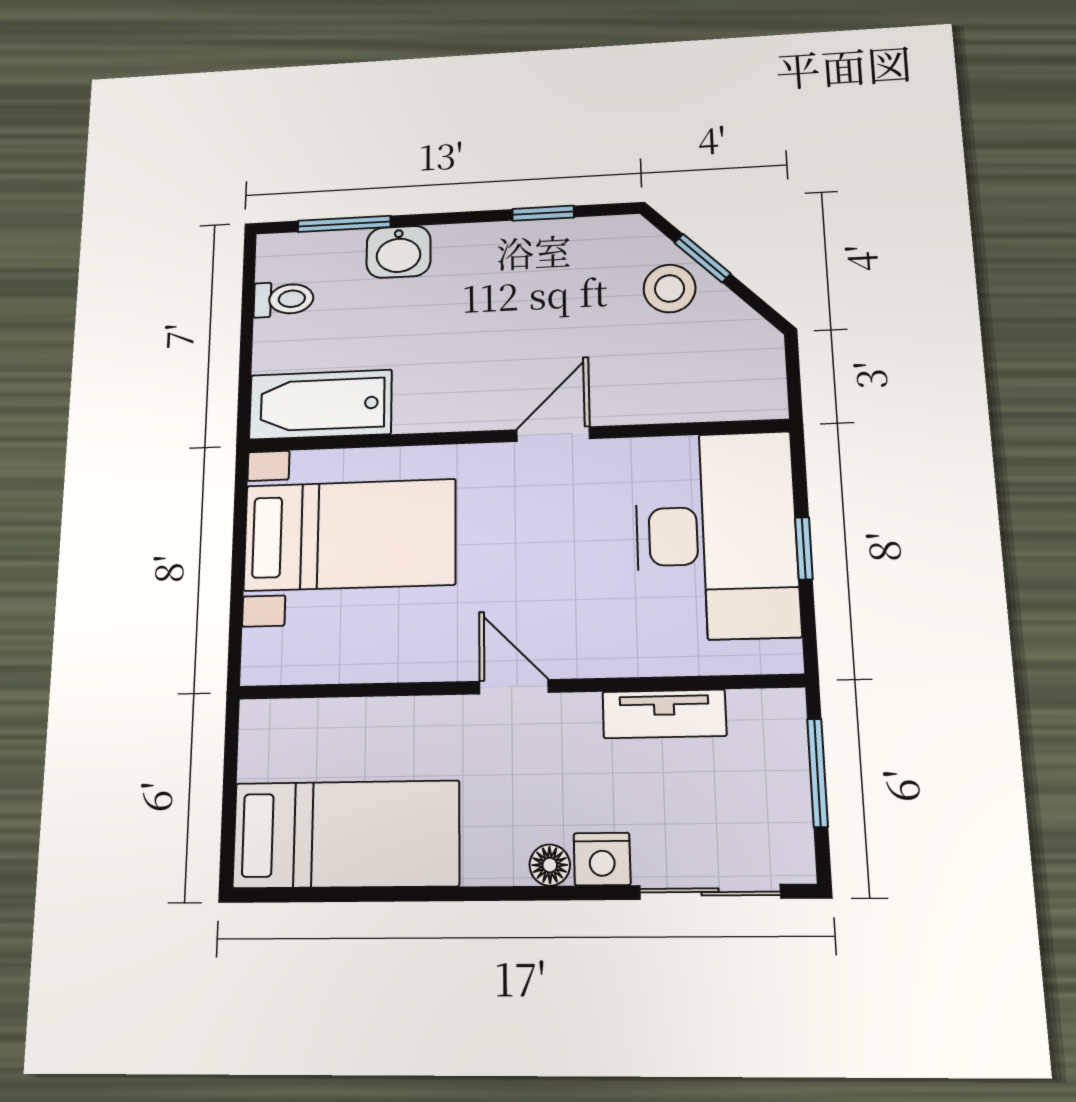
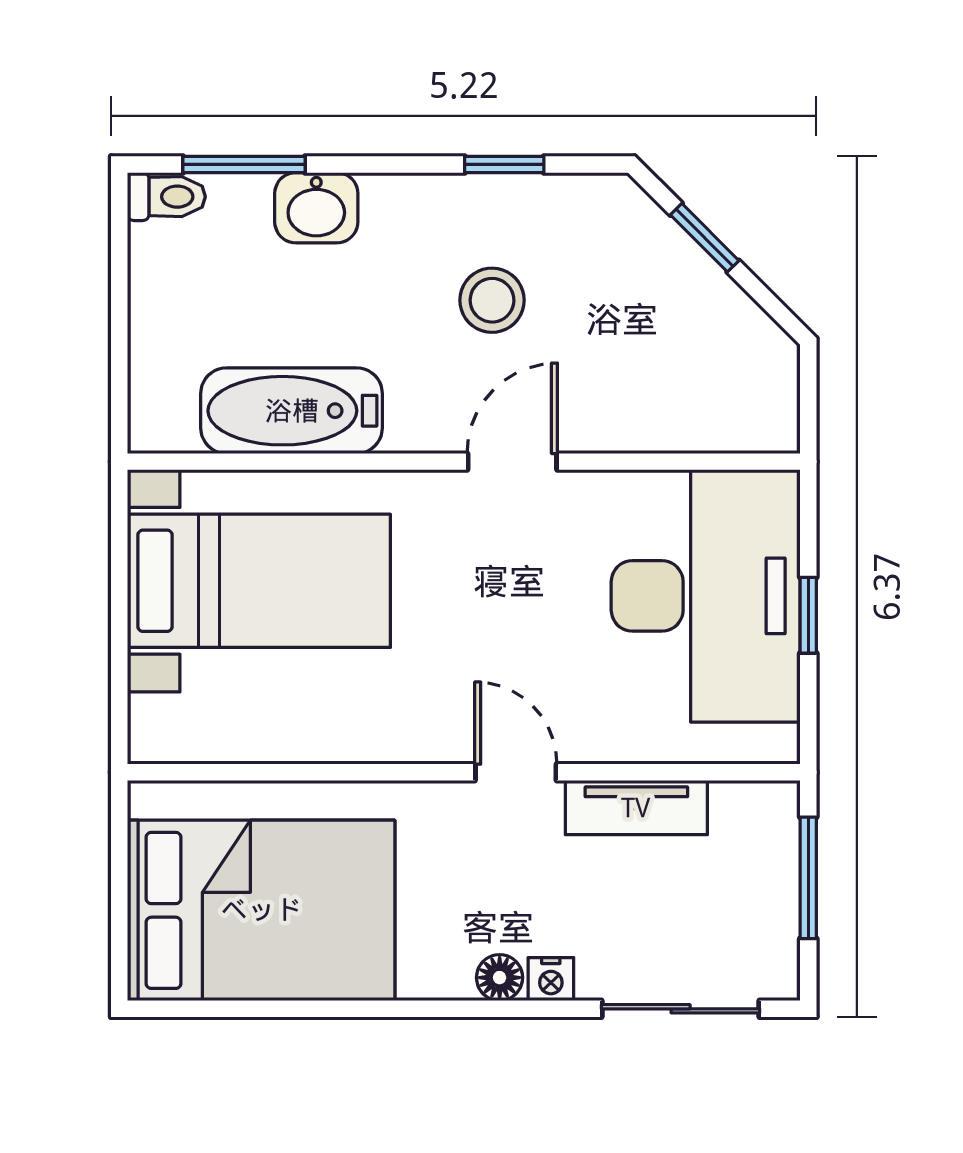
stool: (670, 288) -> (492, 300), moved
toilet: (284, 299) -> (166, 197), moved
bathtub: (320, 405) -> (292, 411), moved
door: (514, 687) -> (516, 772), moved
bed: (346, 834) -> (261, 910), width x1.50
nightstand: (602, 859) -> (551, 979), width x0.72, depth x0.74

